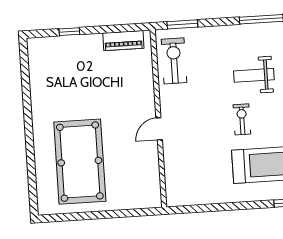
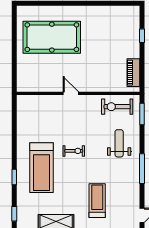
exercise bike: (174, 61) -> (117, 107), turned 180
weight bench: (254, 75) -> (119, 143), moved

